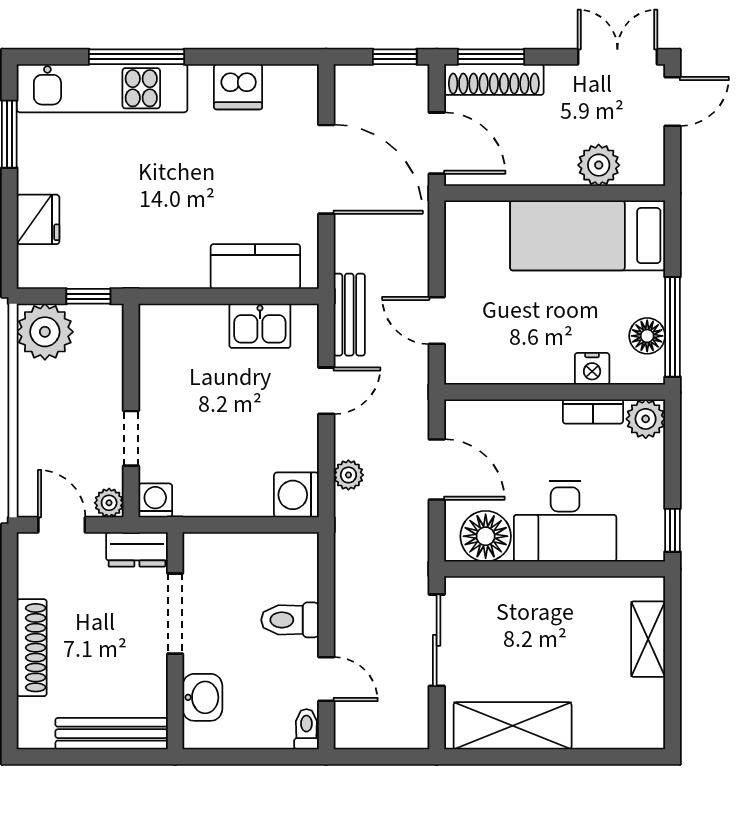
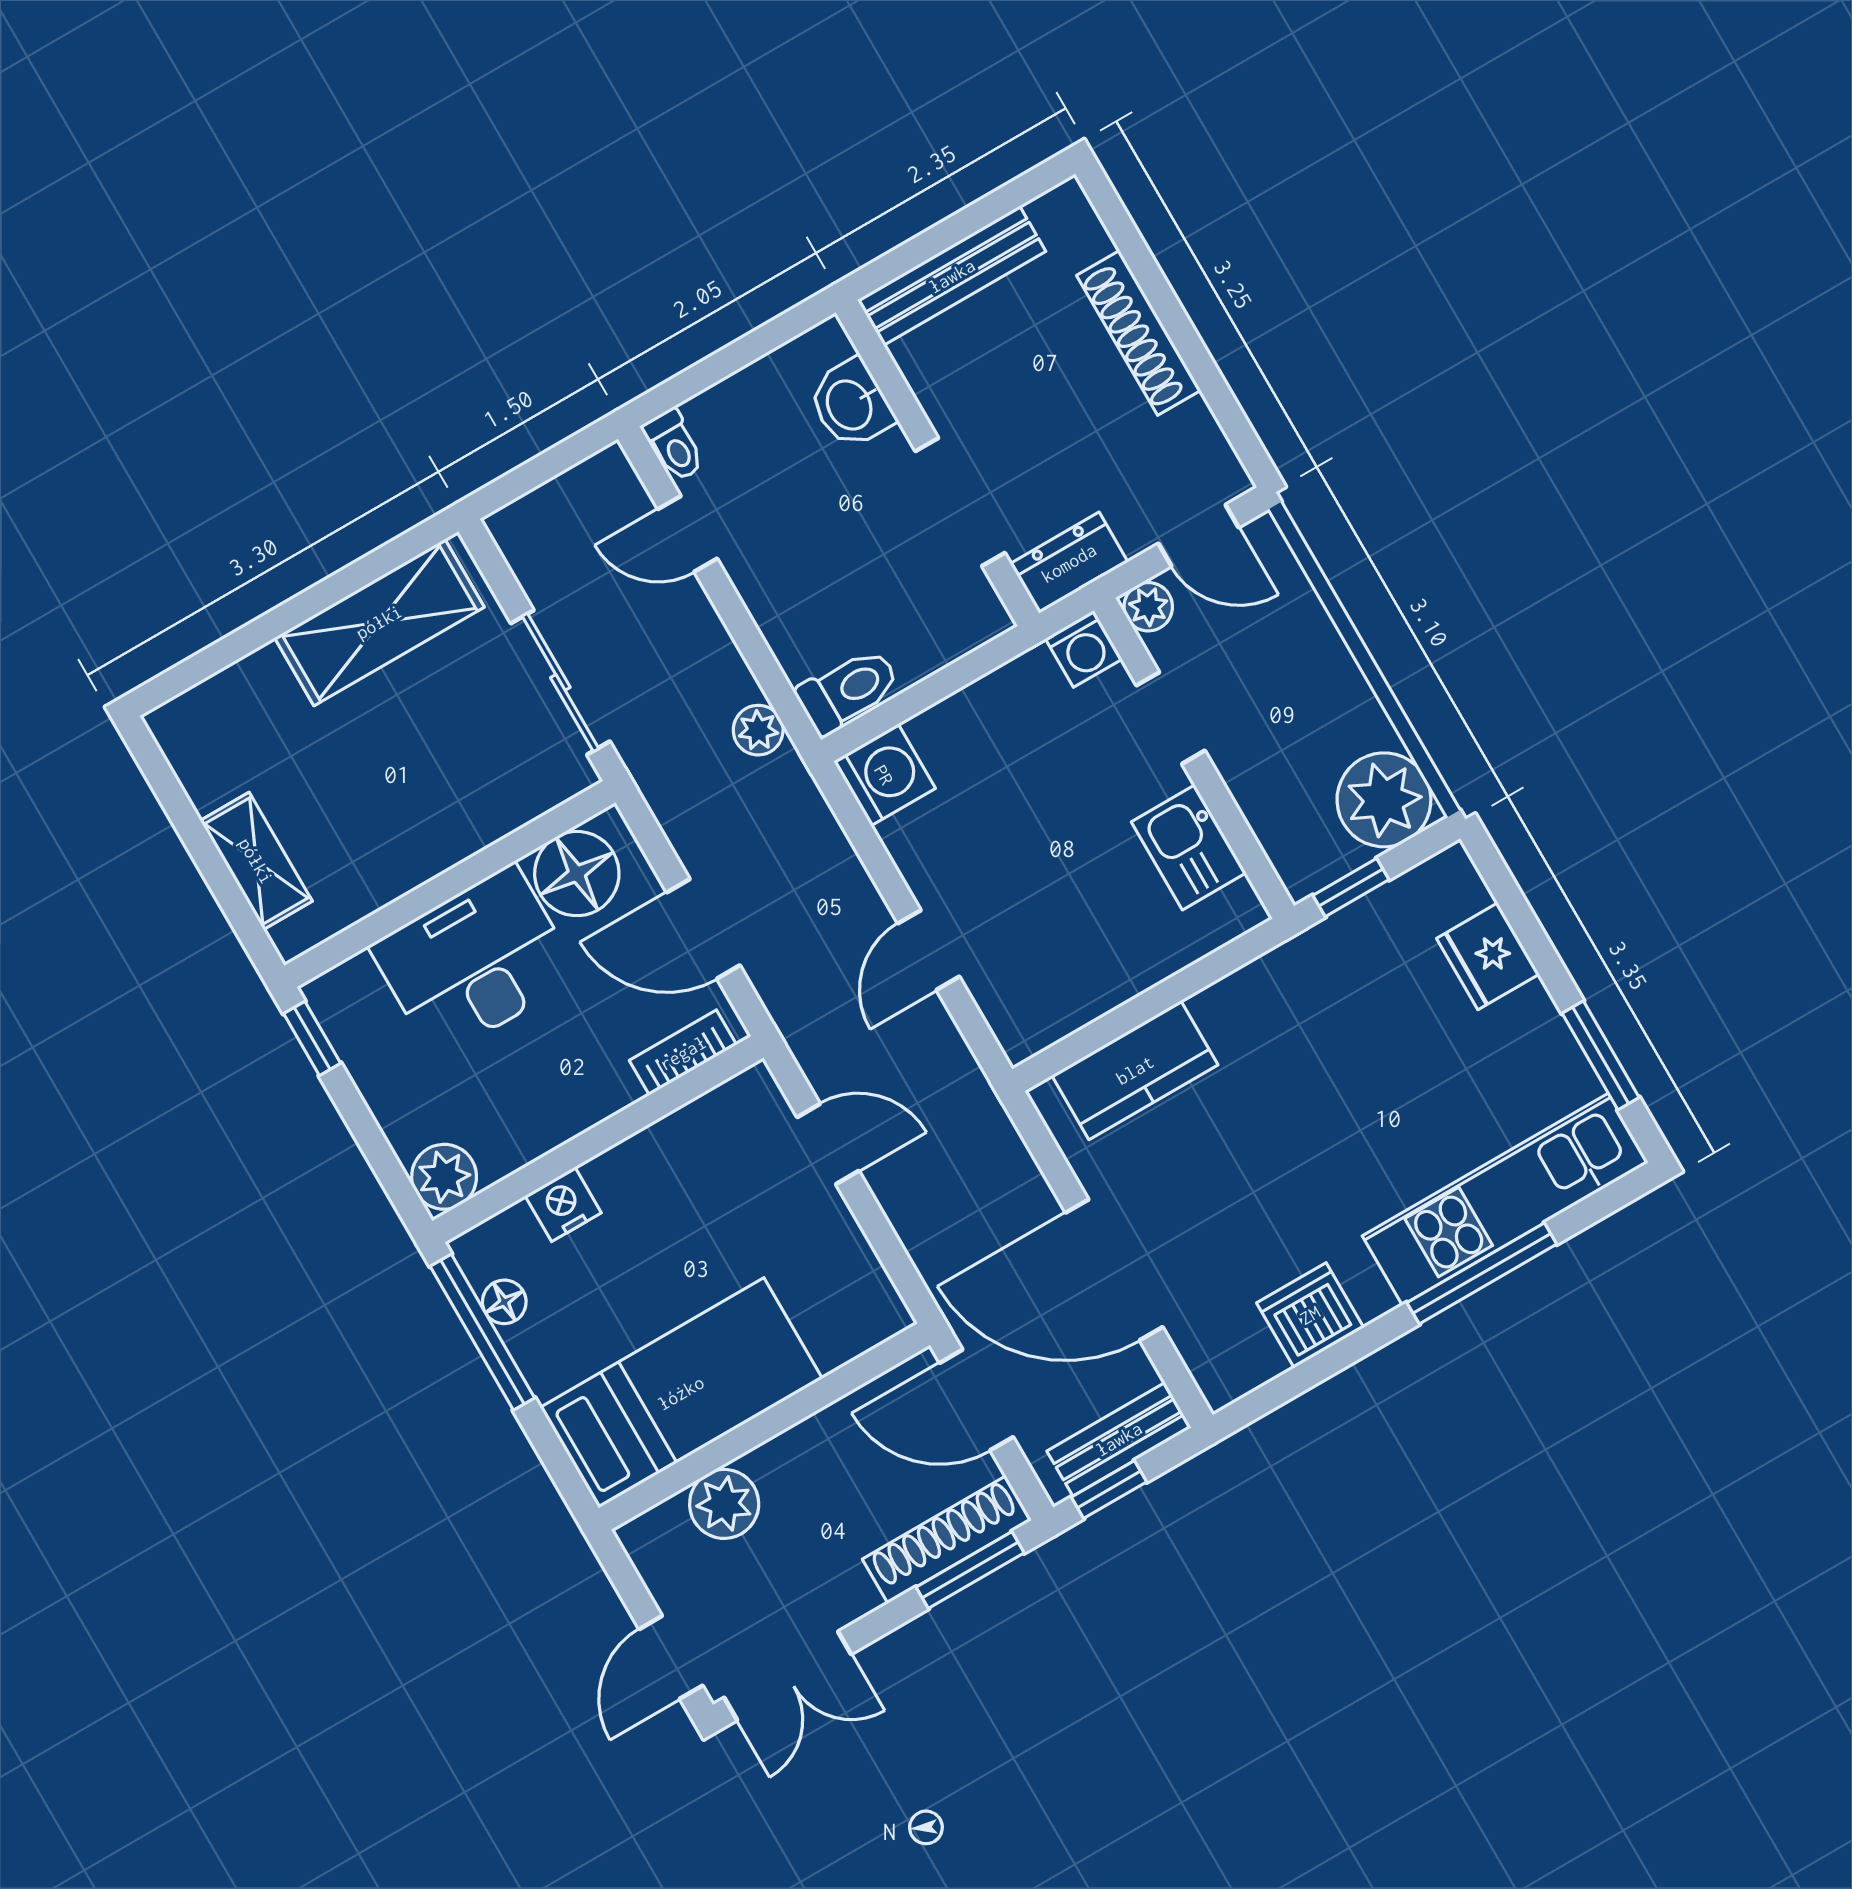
bench: (349, 315) -> (1119, 1439), moved, turned 90
kitchen sink: (260, 326) -> (1189, 847), moved, turned -90
floor lamp: (647, 336) -> (504, 1302), width x0.73, depth x0.73
bookcase: (593, 411) -> (683, 1053), moved
plant: (348, 475) -> (758, 730), moved
toilet: (290, 620) -> (848, 691), moved

